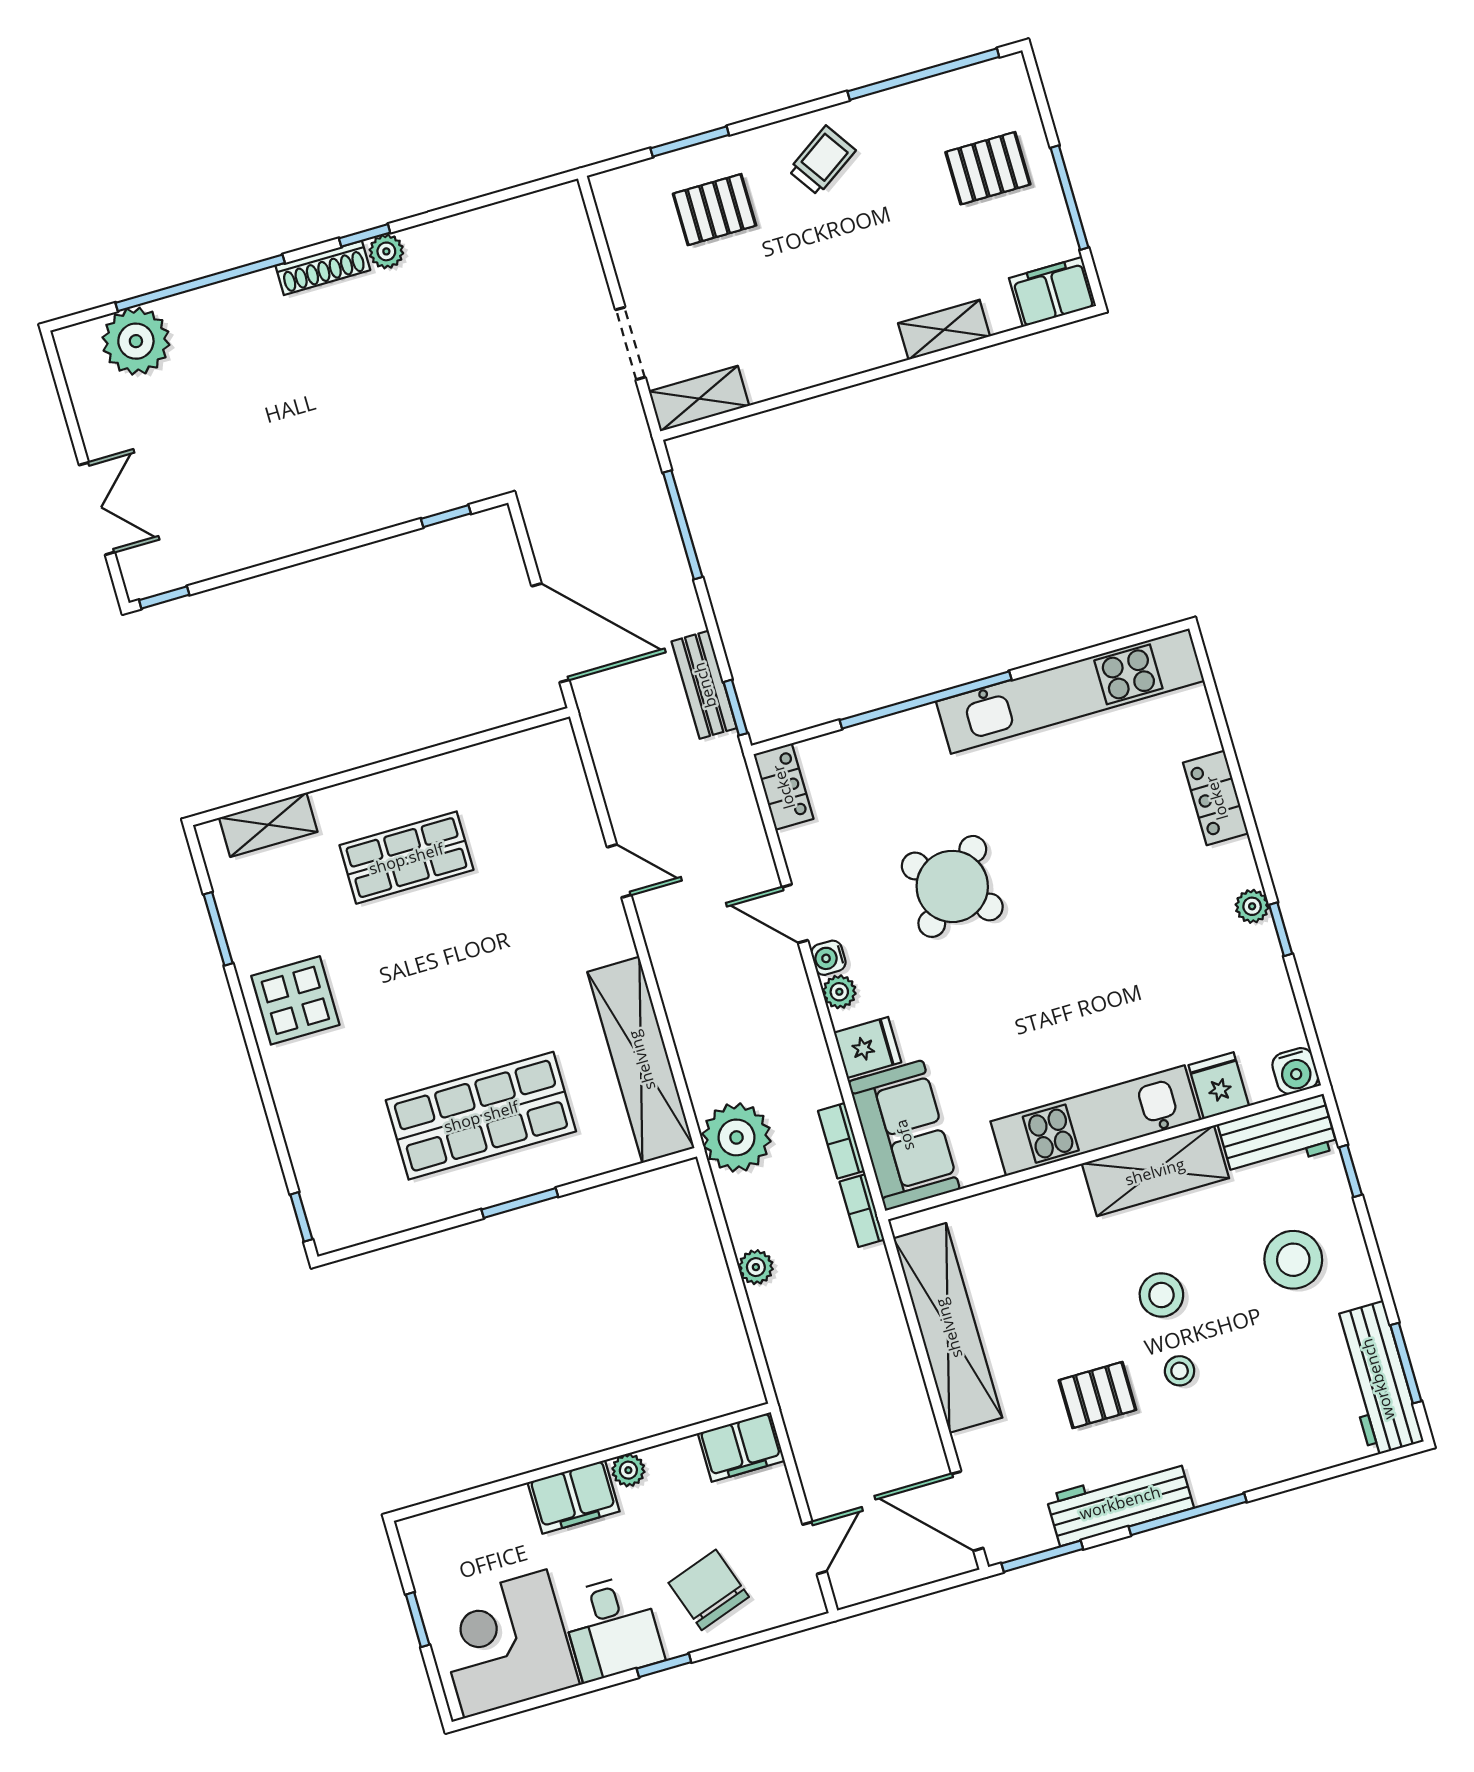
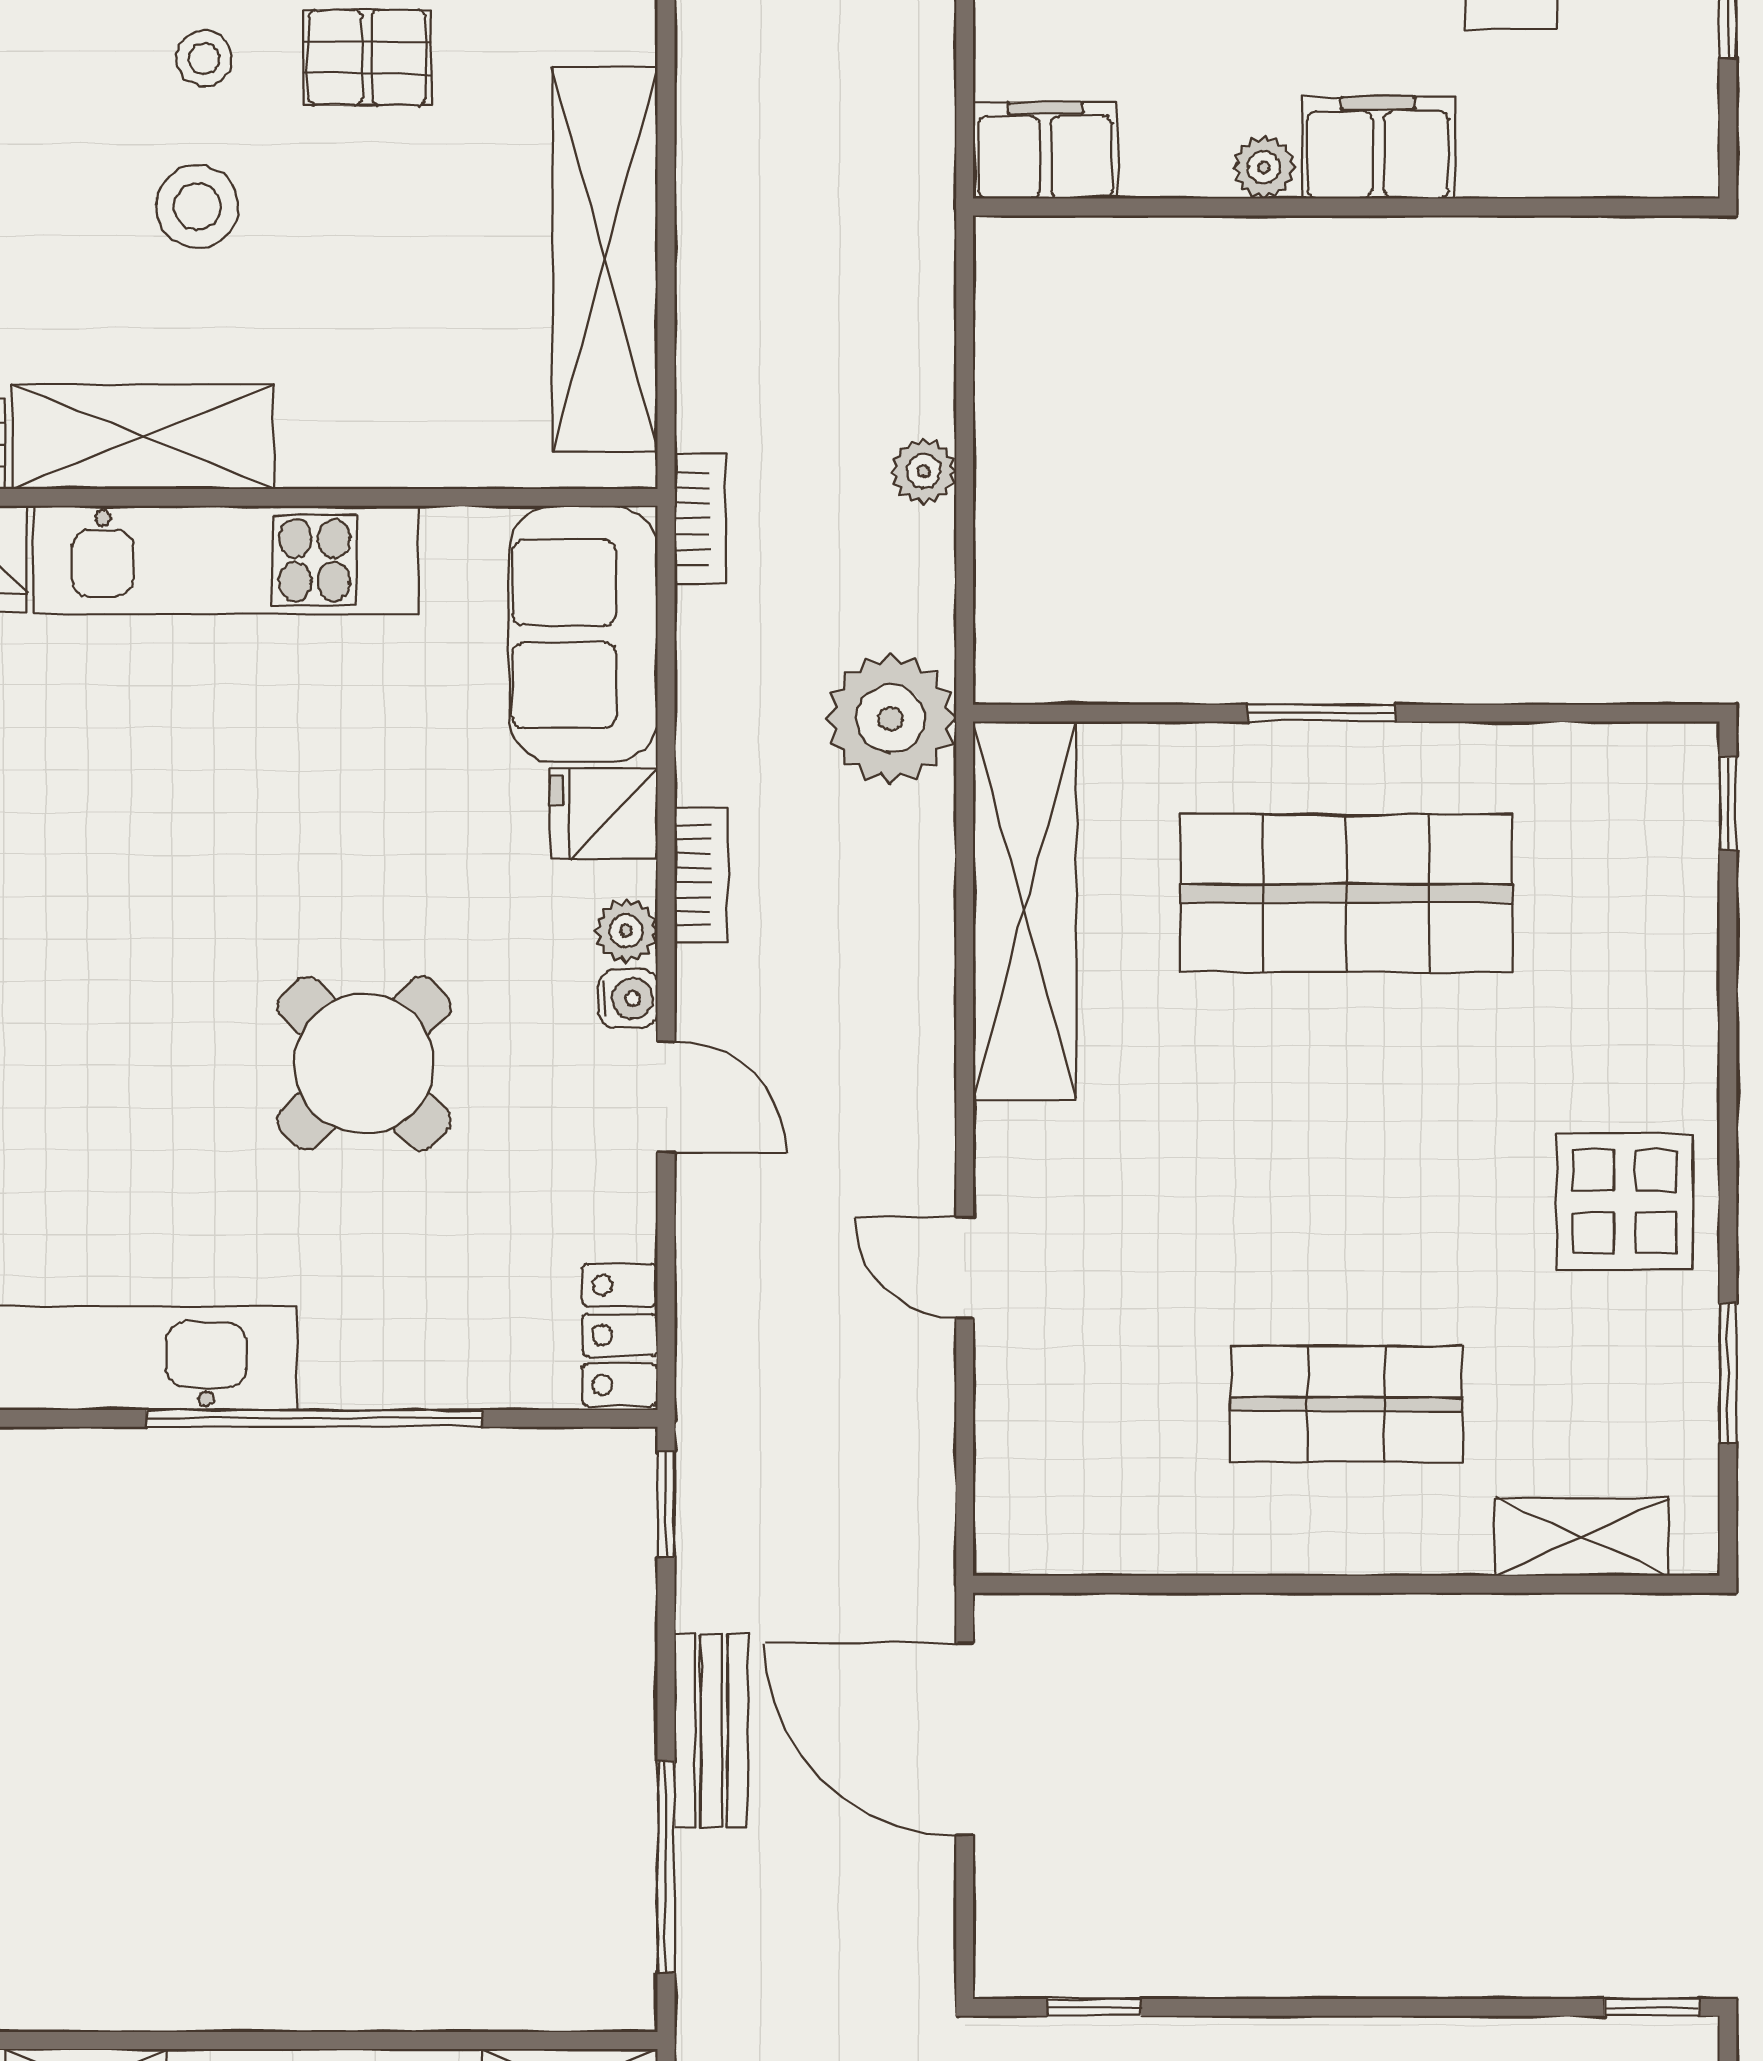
bench: (704, 685) -> (711, 1731), moved
bookcase: (841, 1141) -> (701, 875), moved

